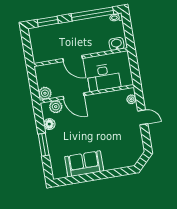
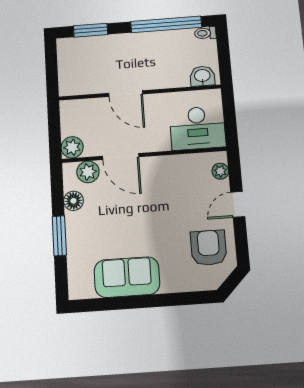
desk: (104, 77) -> (197, 128), moved
door: (143, 117) -> (238, 204), swing flipped
armchair: (128, 143) -> (209, 248), added

